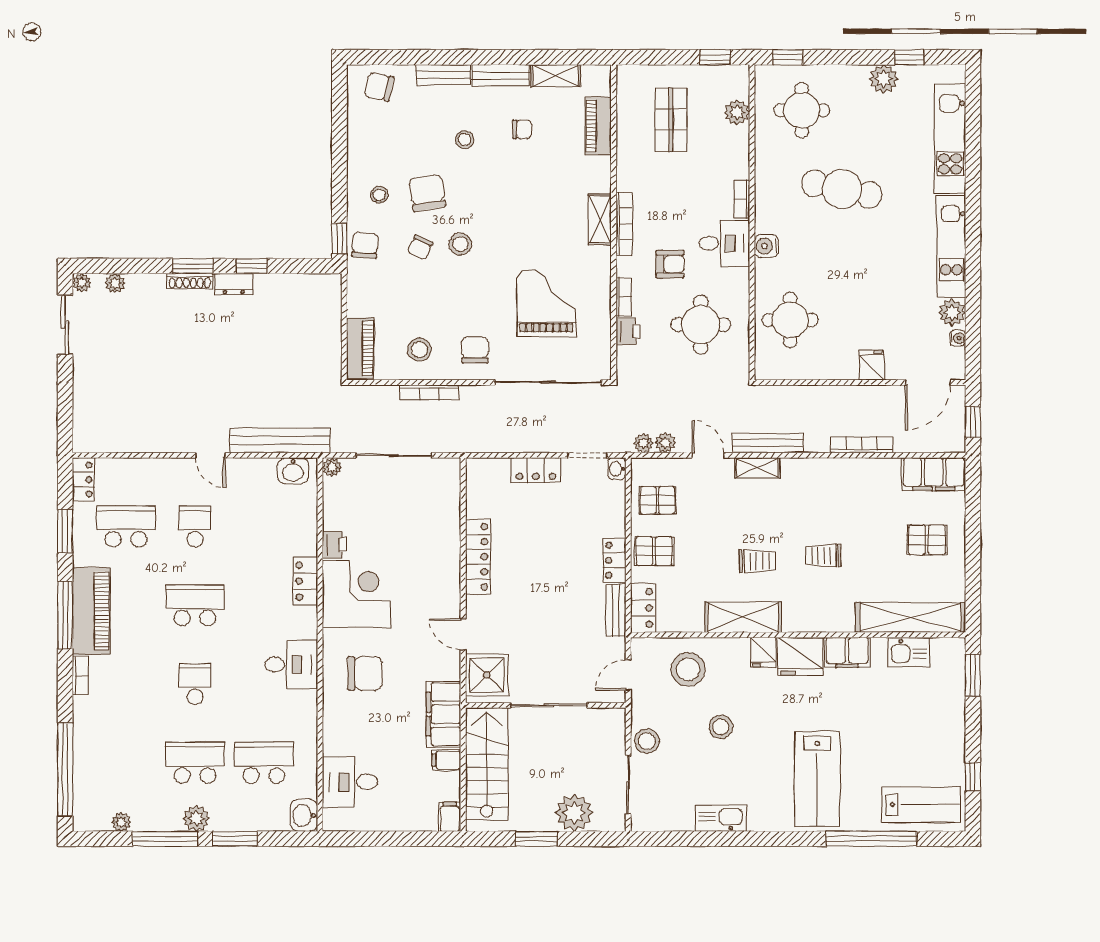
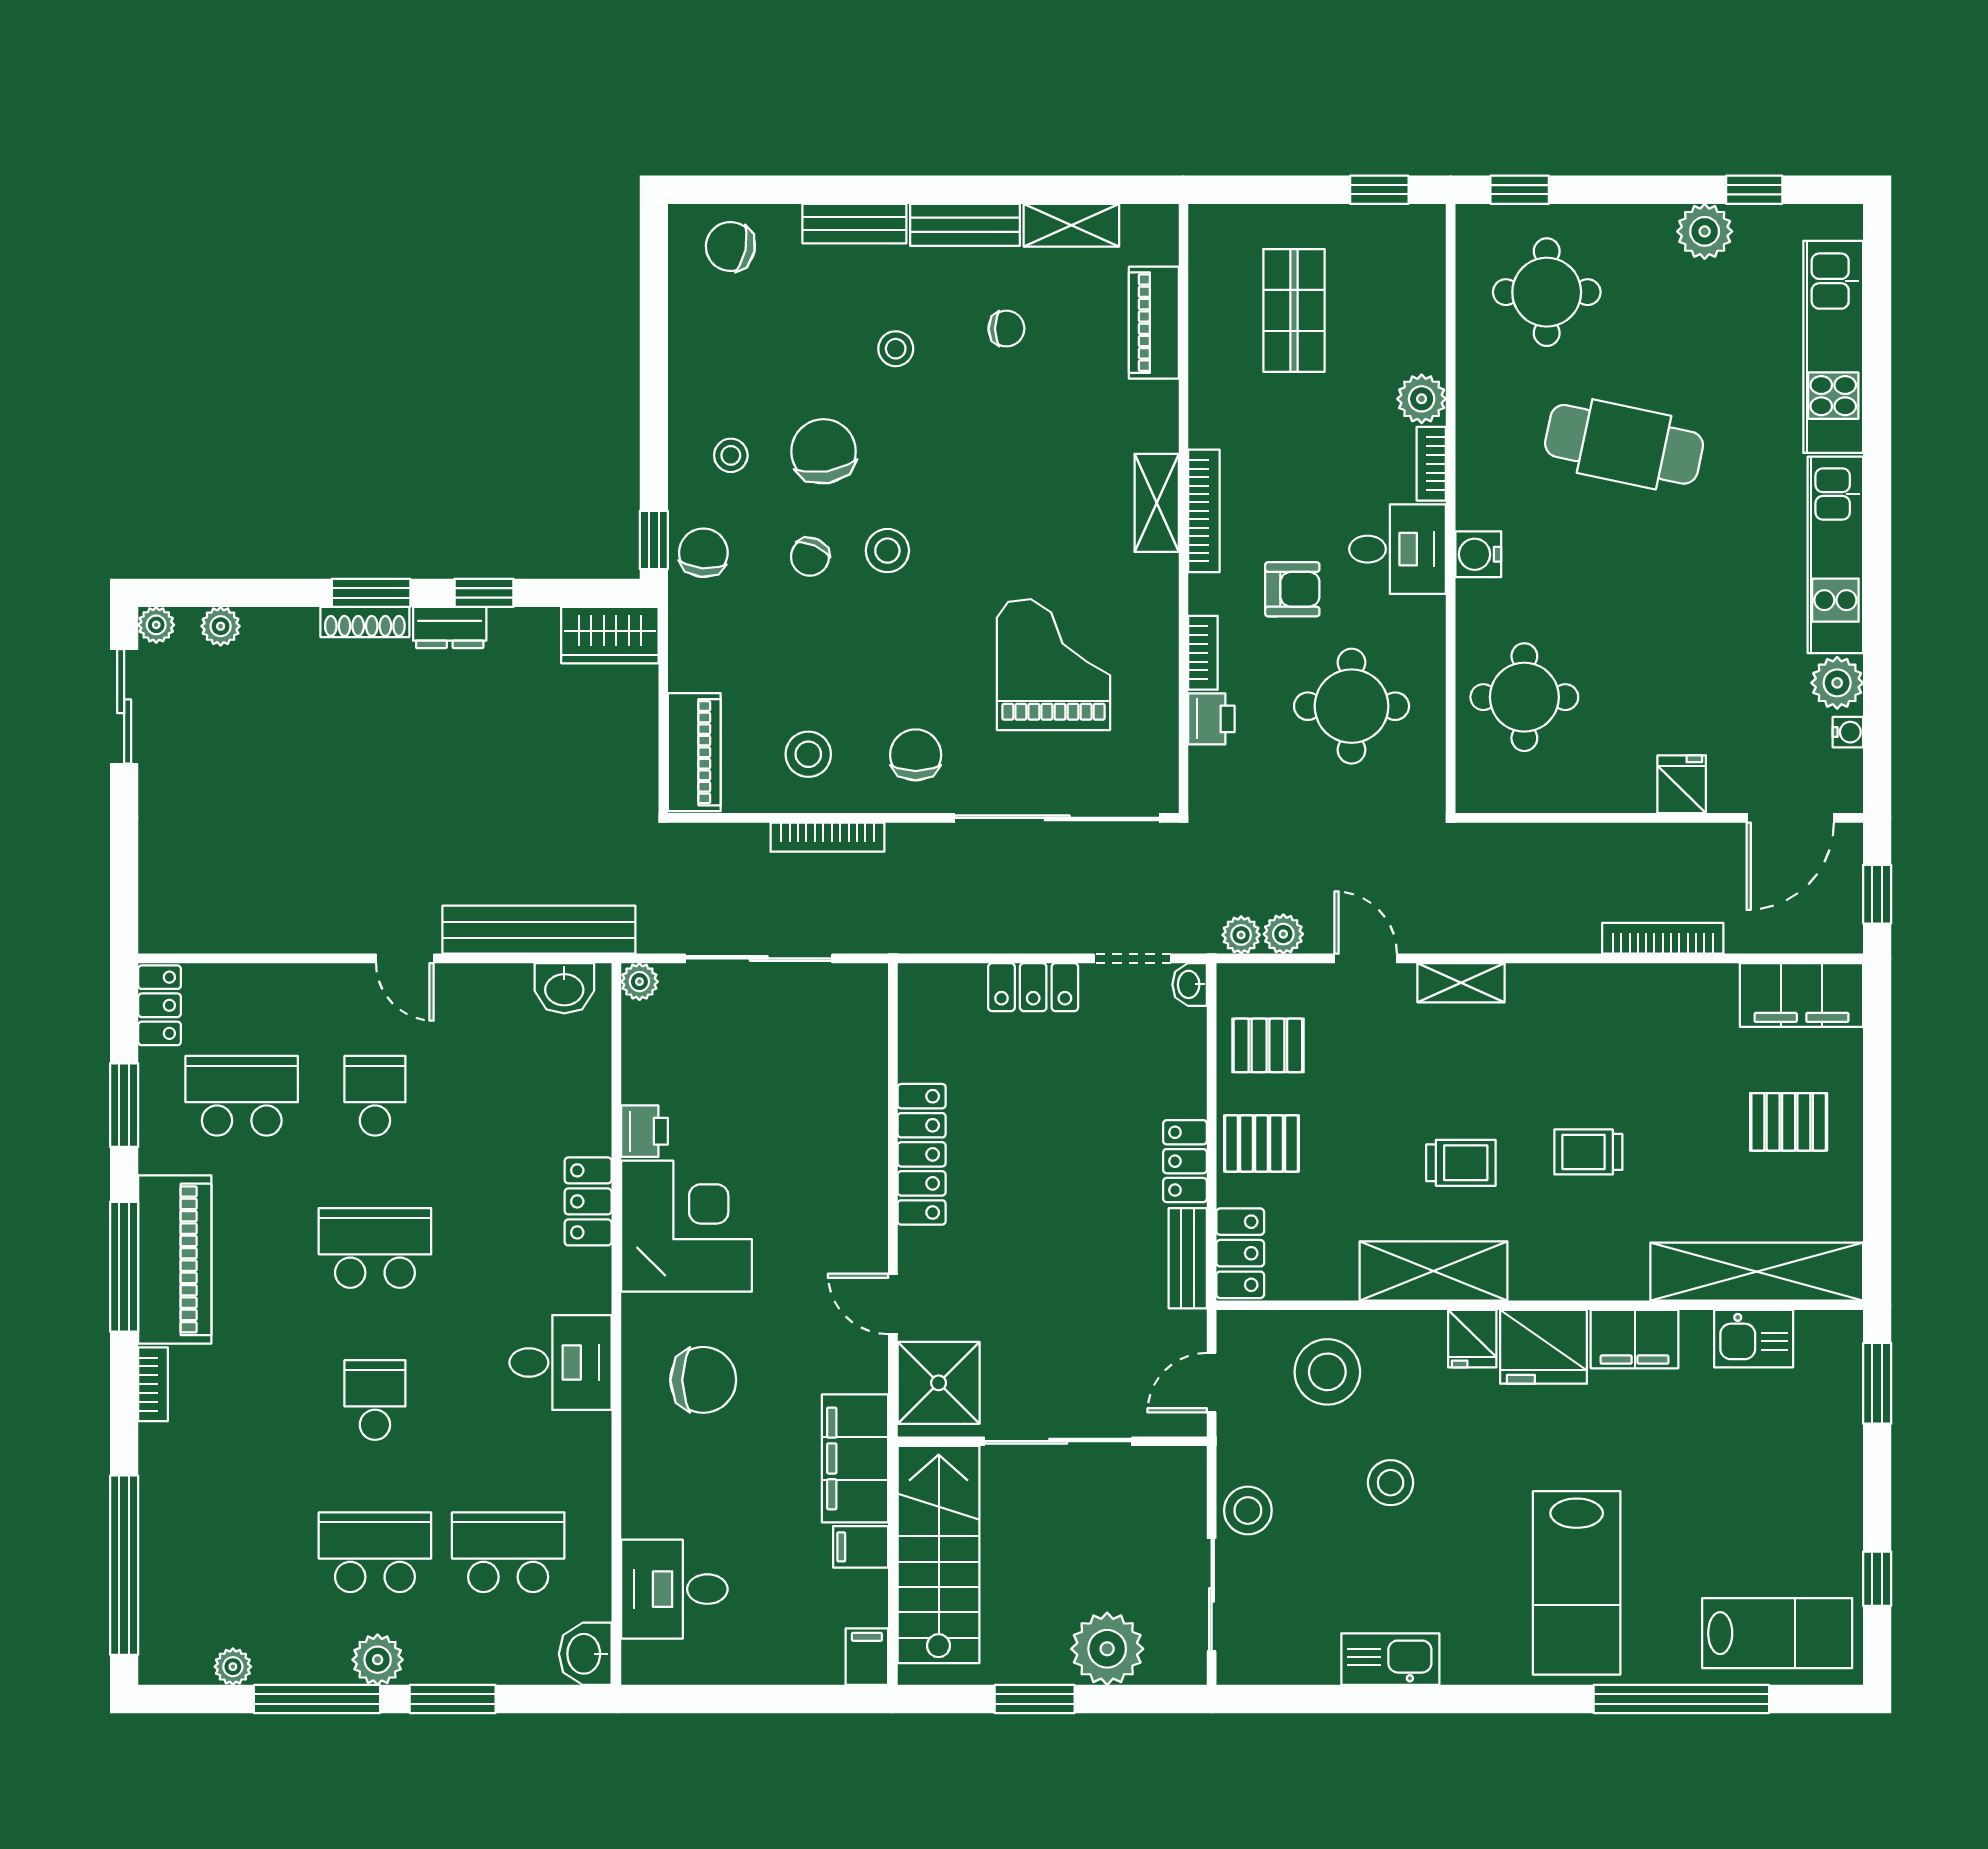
plant: (737, 112) -> (1422, 399), moved
wardrobe: (317, 288) -> (610, 635), added
bench: (768, 443) -> (1481, 935), removed

